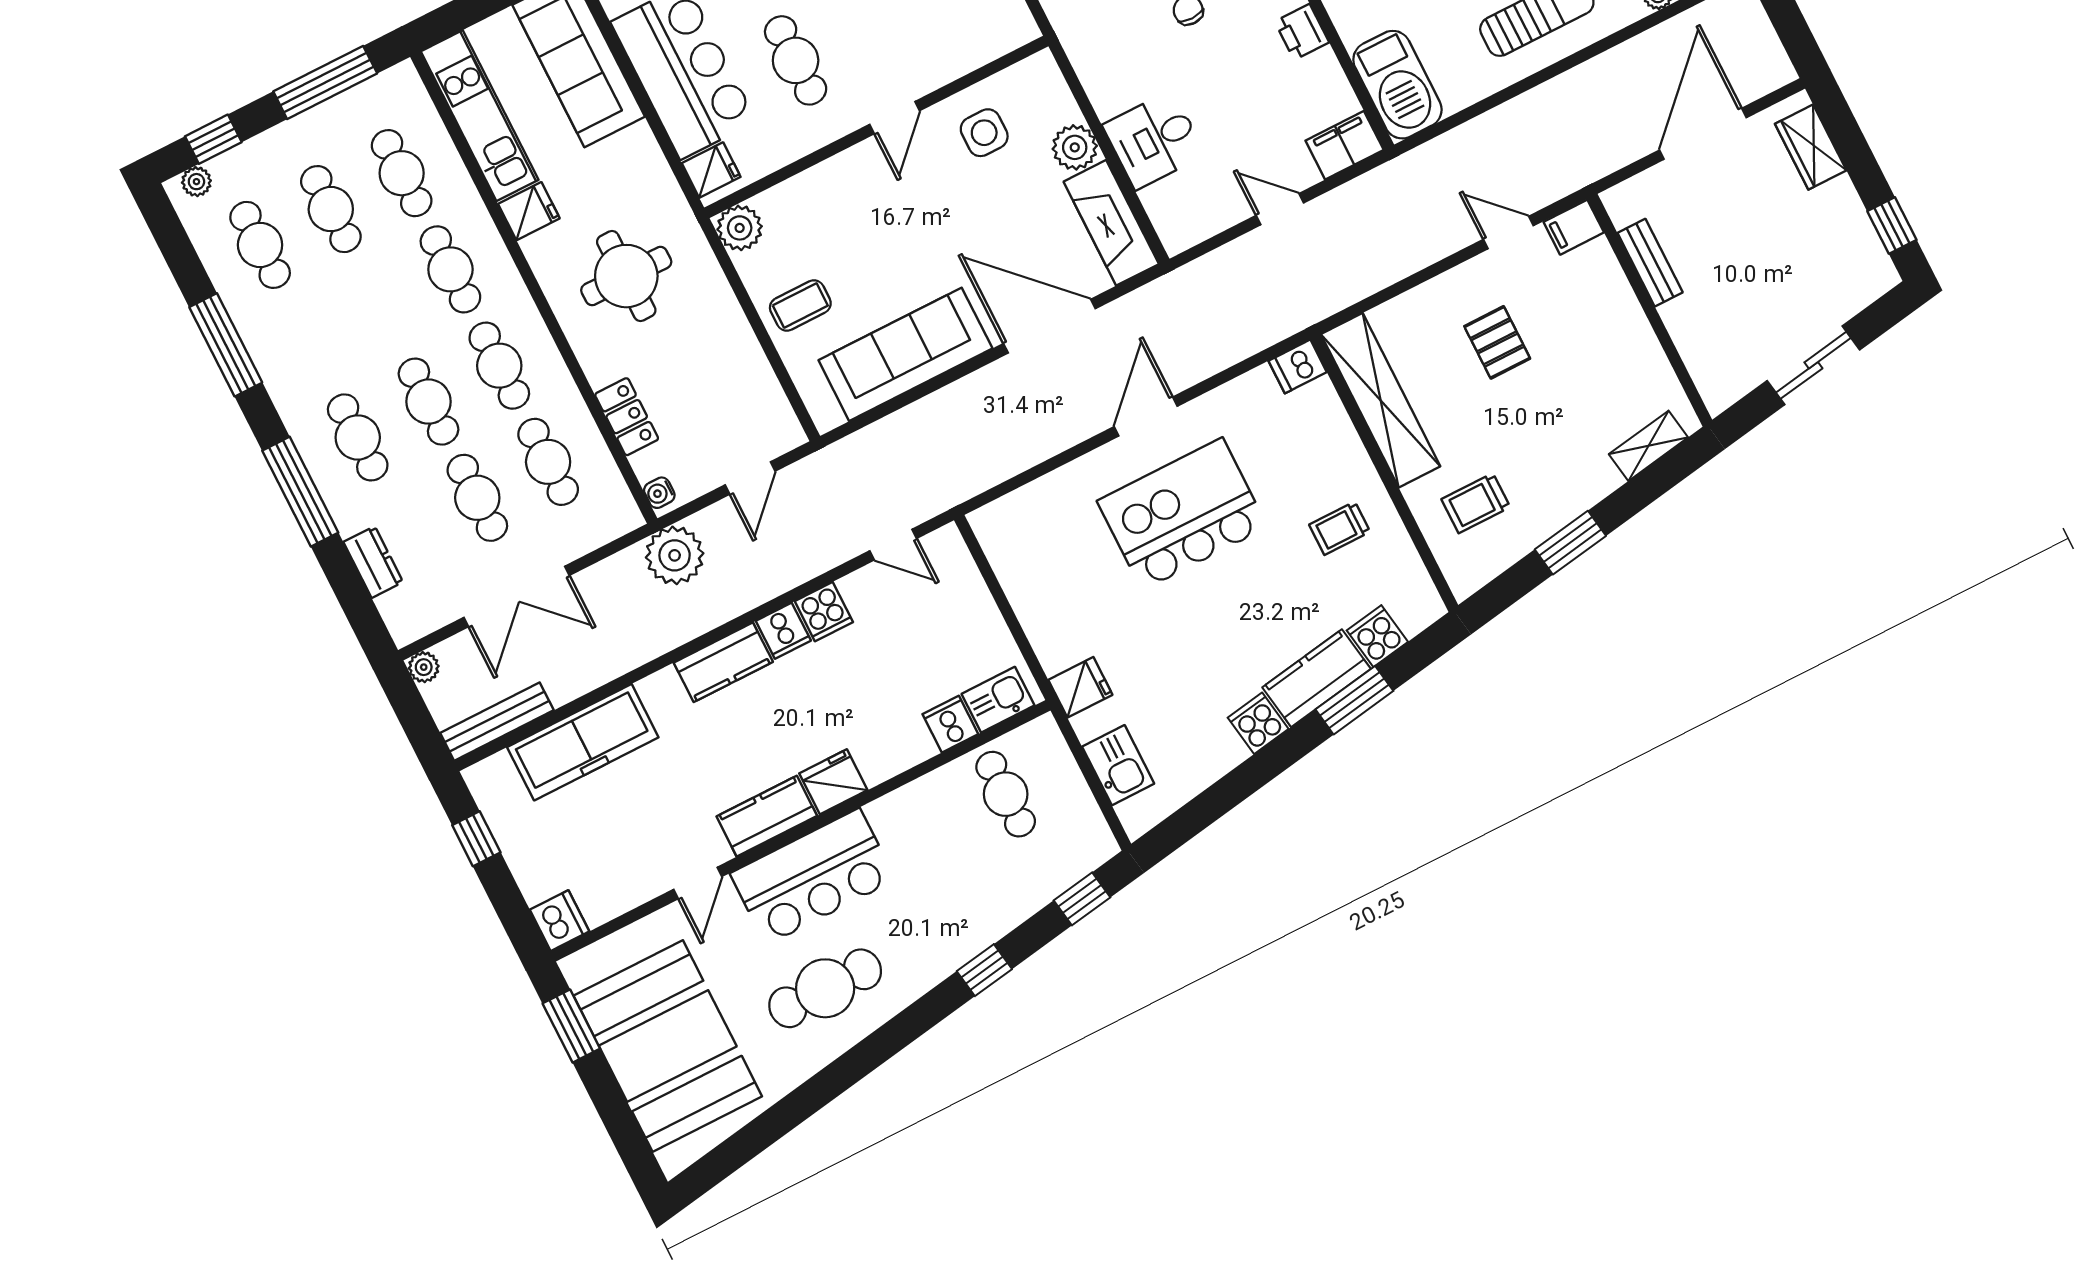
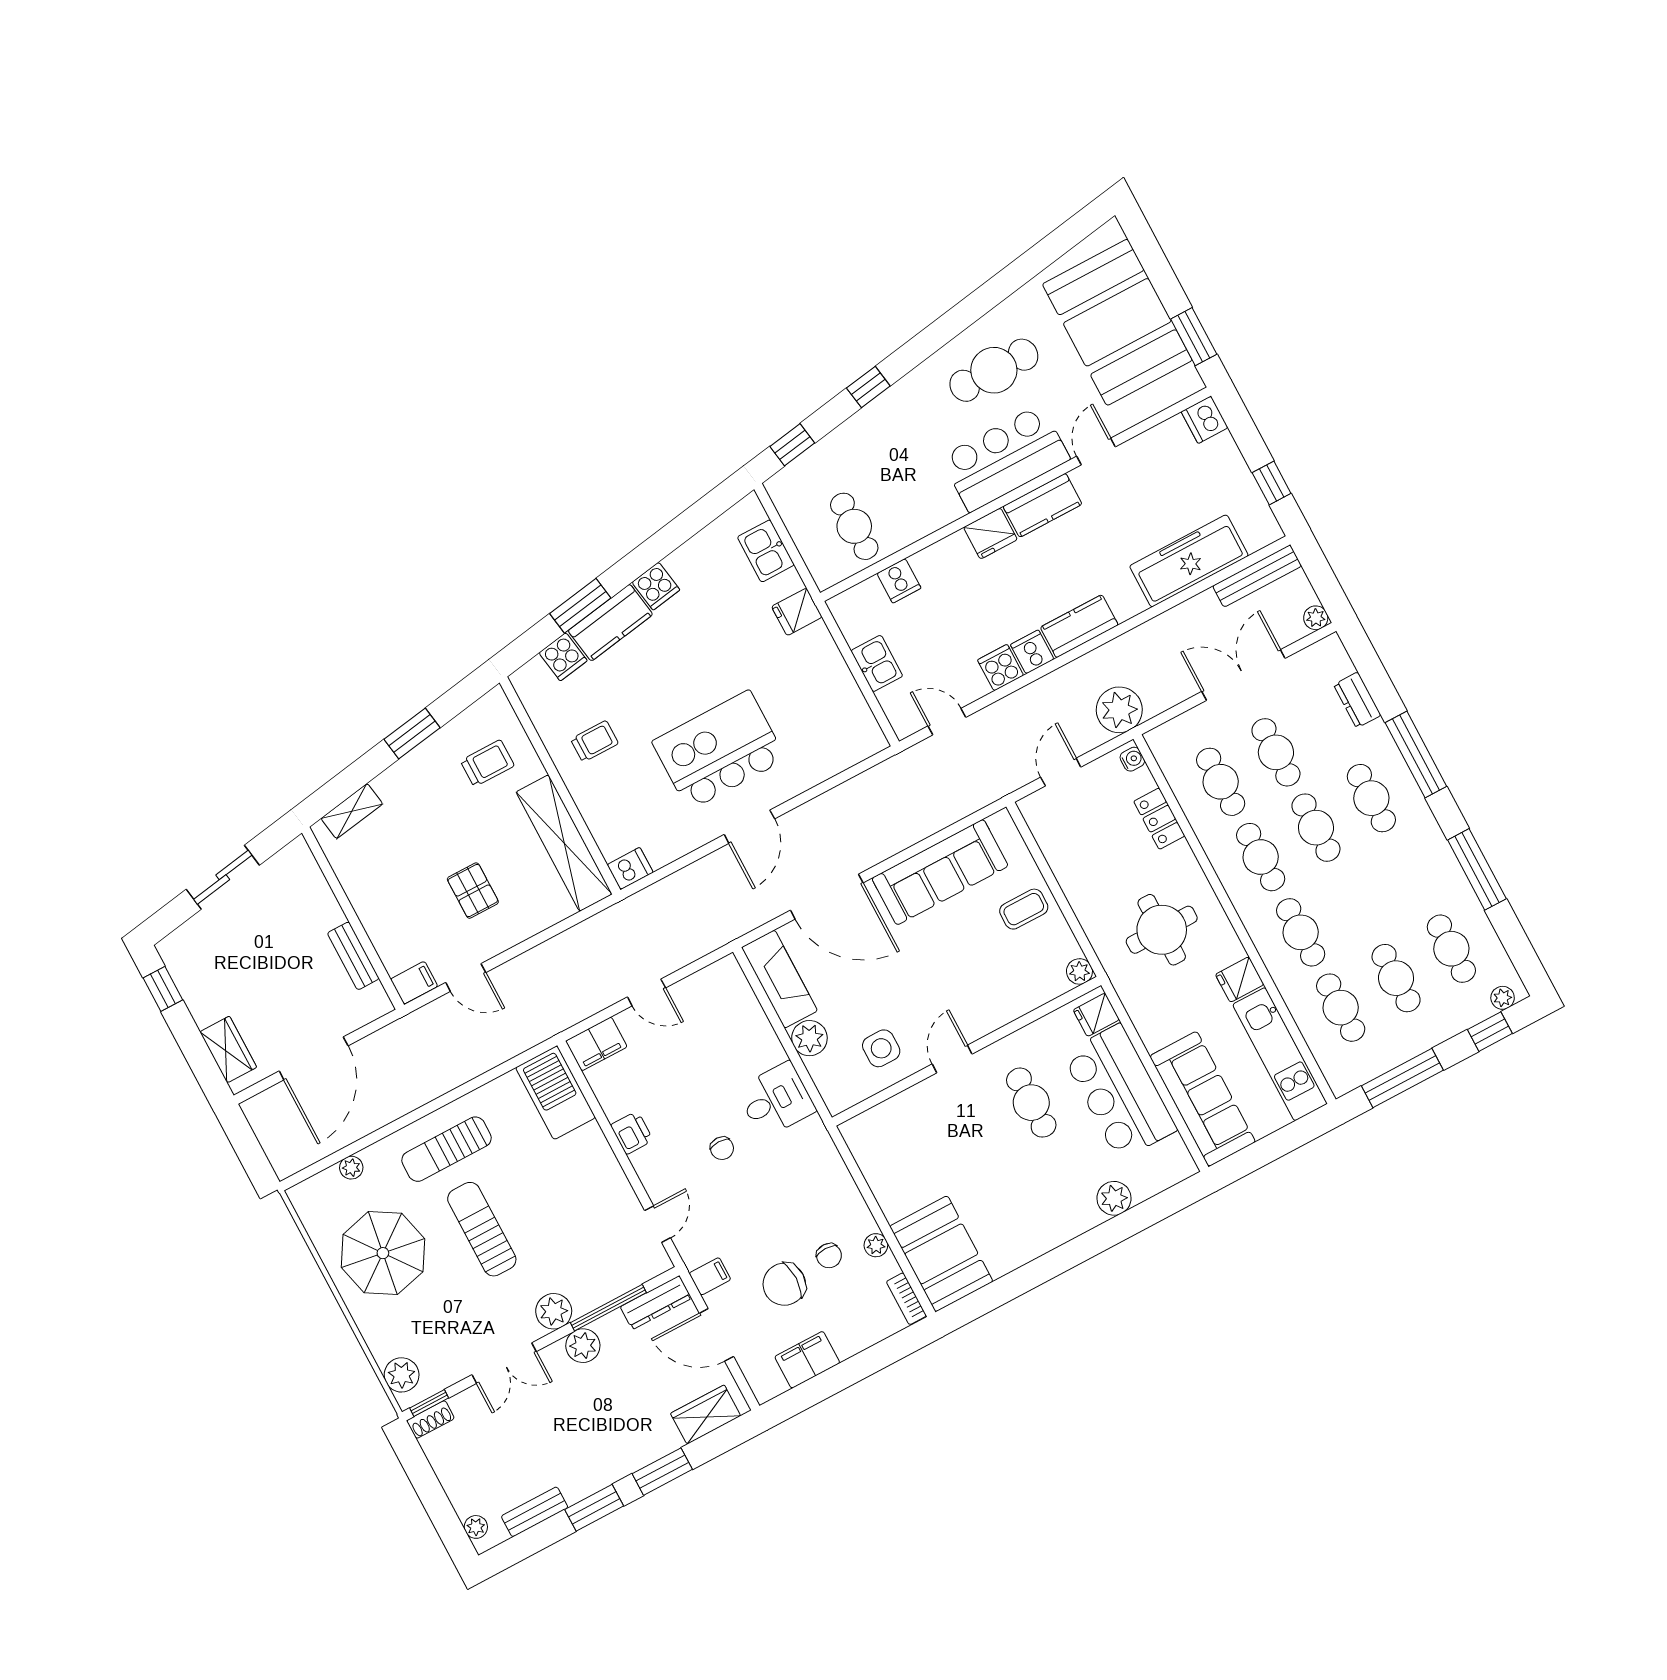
desk: (1154, 140) -> (776, 1100), moved
plant: (740, 228) -> (1079, 971), width x0.73, depth x0.73
kitchen island: (1182, 514) -> (719, 750), turned 180
kitchen sink: (998, 700) -> (877, 663), moved, turned -90

